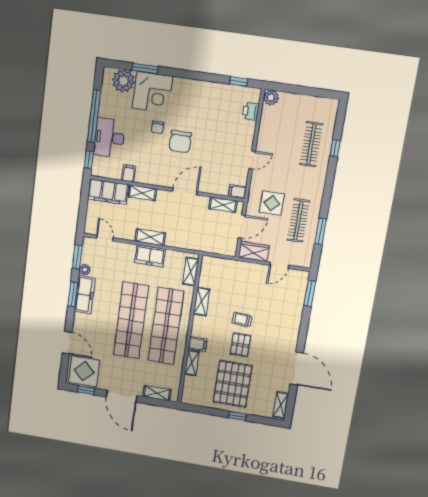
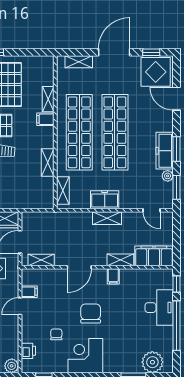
corner desk: (152, 92) -> (85, 356), moved
chair: (157, 127) -> (56, 334), moved
filing cabinet: (129, 173) -> (113, 276), moved
filing cabinet: (237, 192) -> (29, 292), moved
door: (122, 396) -> (114, 52), hinge flipped

